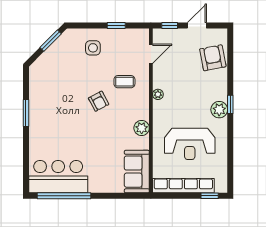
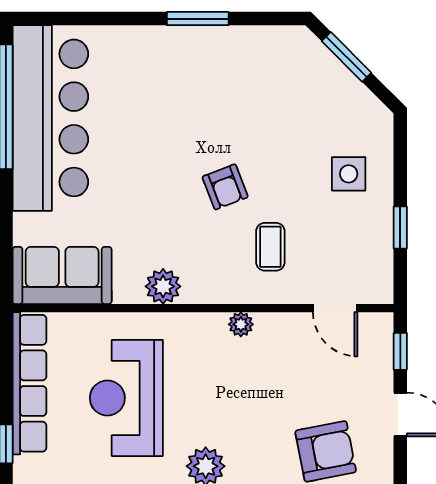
window: (51, 41) -> (346, 57), moved
armchair: (99, 101) -> (225, 187), turned -83
bar counter: (58, 177) -> (50, 118), width x1.36

